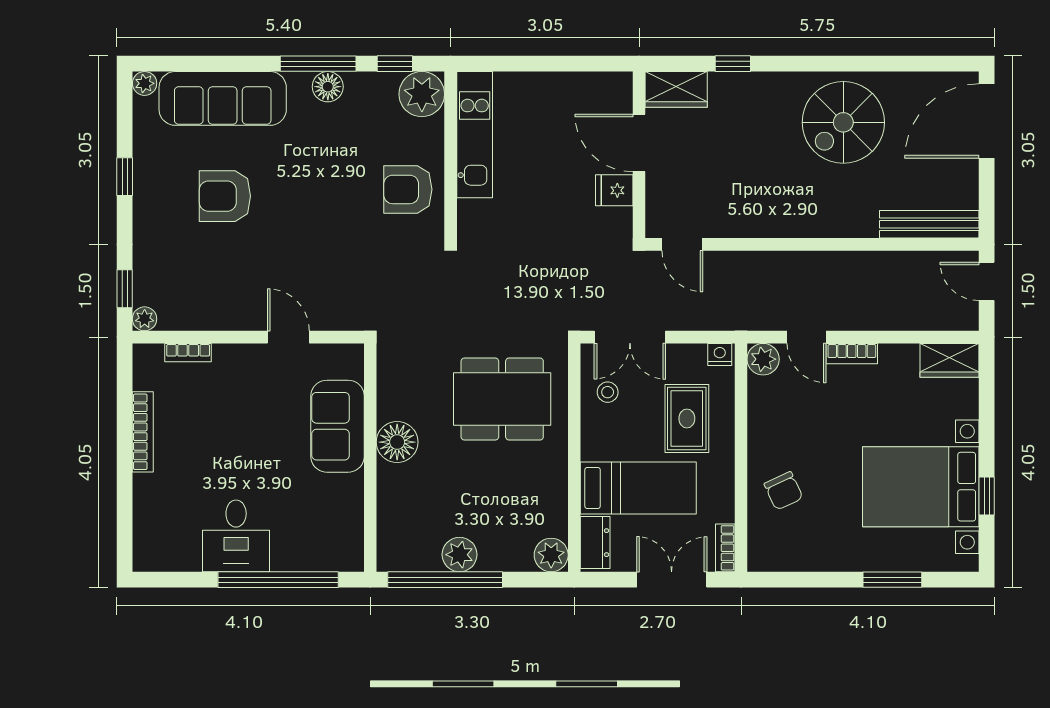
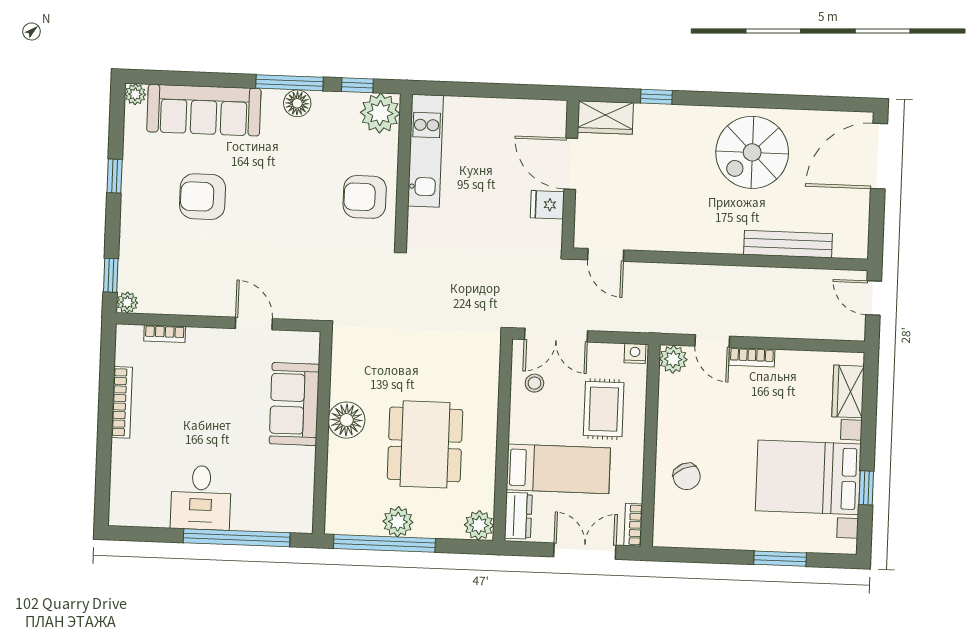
bench: (929, 224) -> (788, 244), moved
wardrobe: (949, 360) -> (848, 391), moved, turned 90
dining table: (502, 399) -> (425, 444), moved, turned 90

